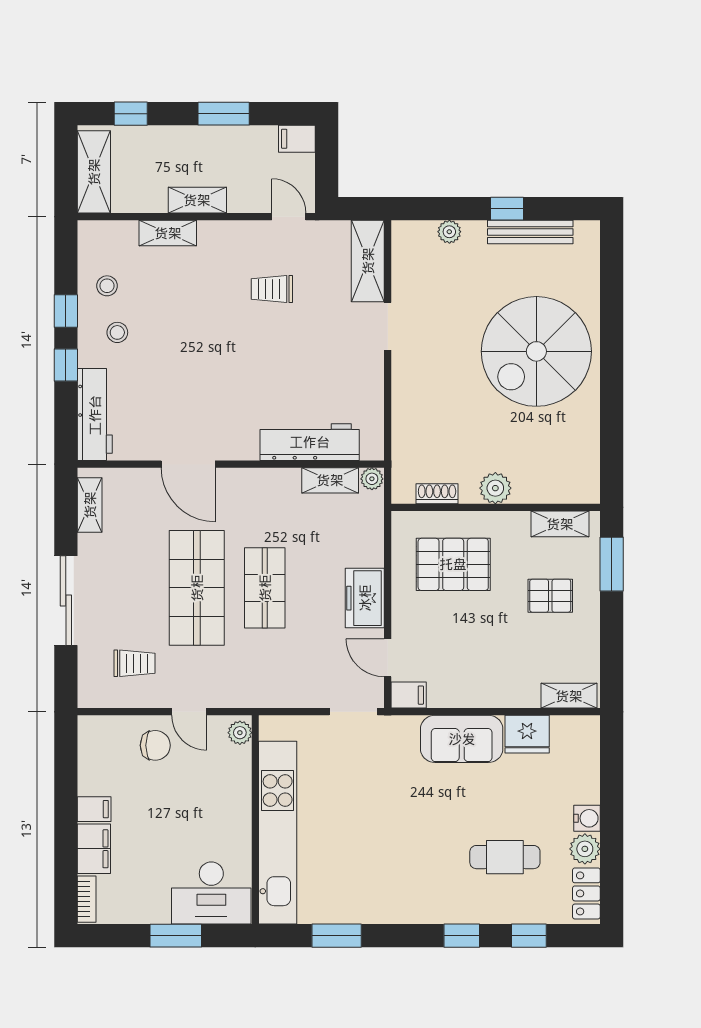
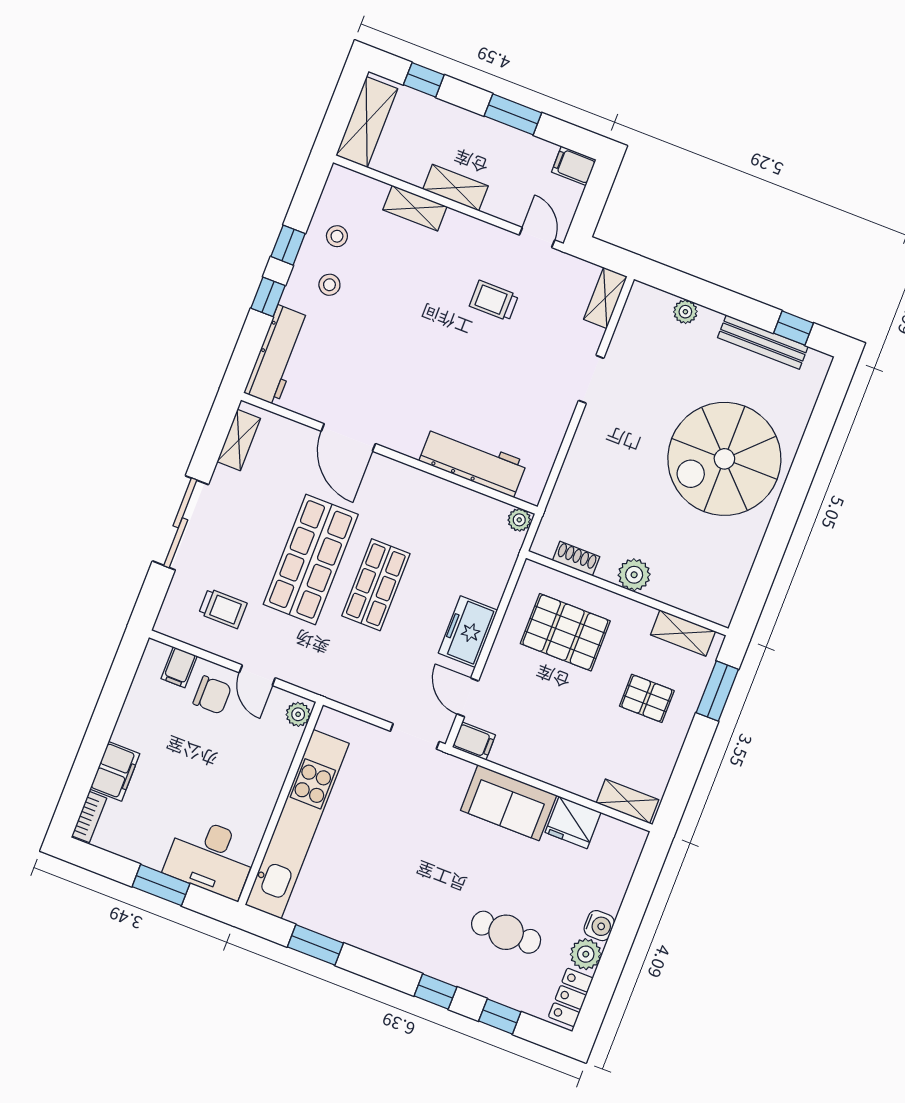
window: (507, 209) -> (793, 328), moved
shelving: (368, 261) -> (605, 298), width x0.67, depth x0.75
shelving: (330, 480) -> (479, 506), removed
filing cabinet: (94, 809) -> (179, 667), moved, turned 90

